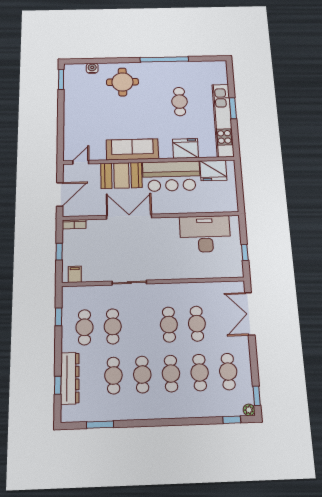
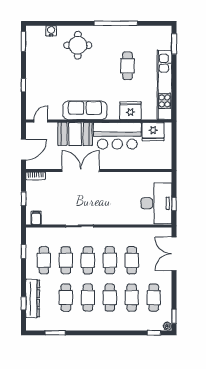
window: (233, 108) -> (174, 44), moved
window: (61, 124) -> (24, 85), added
desk: (205, 234) -> (156, 203), moved, turned 90
cafe table: (141, 325) -> (88, 260), added

